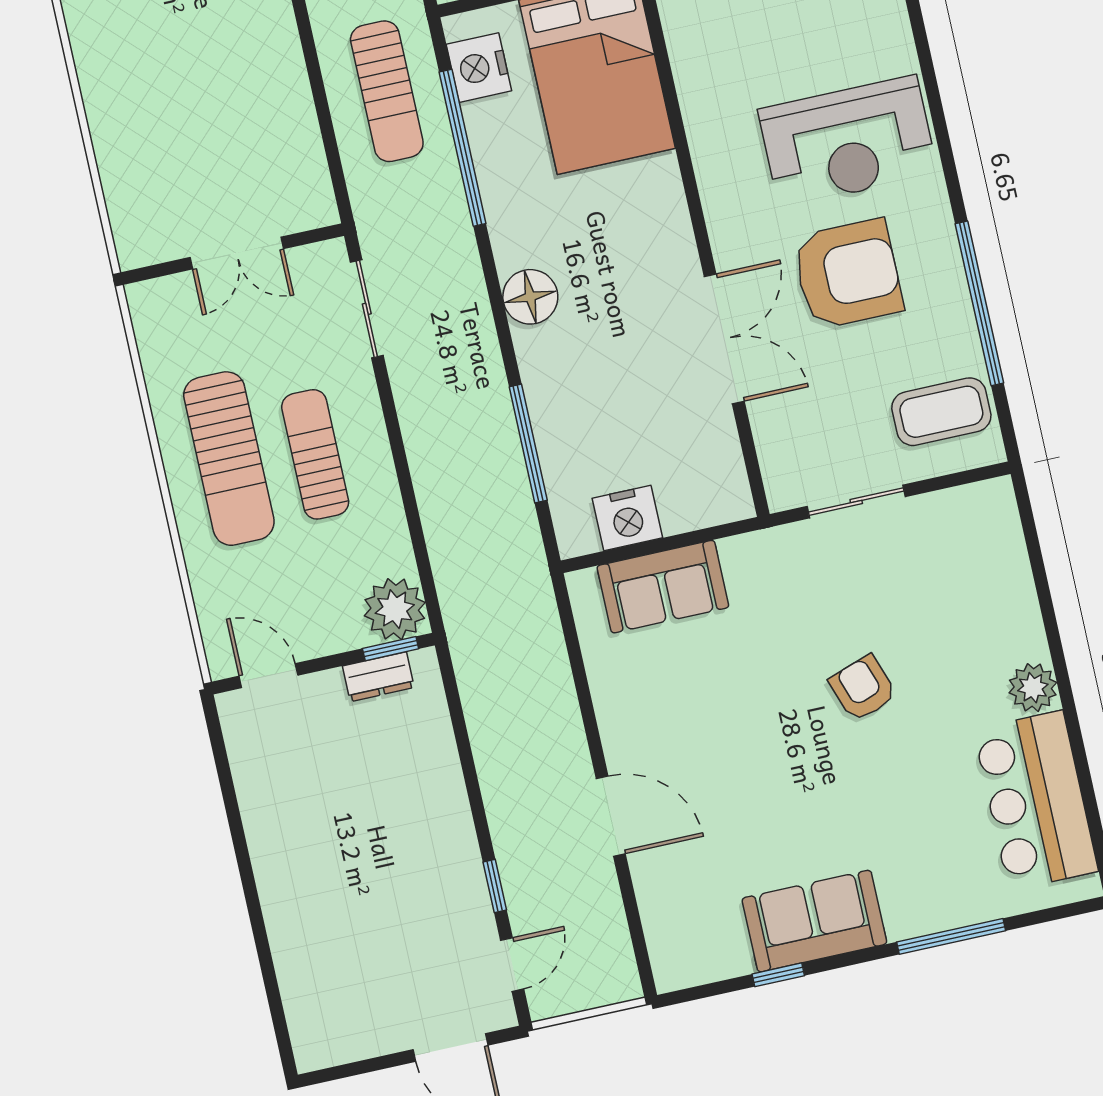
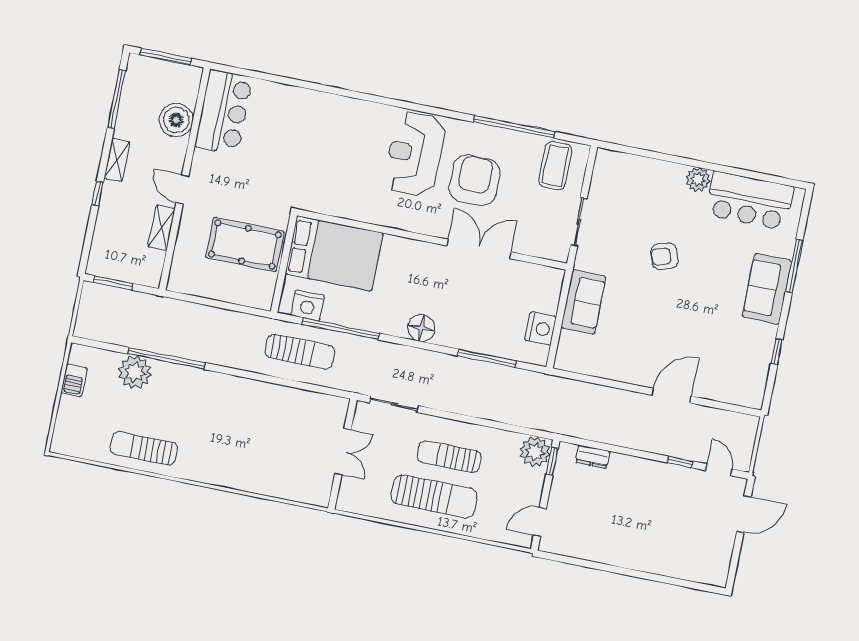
reception desk: (848, 142) -> (415, 154), turned 180
sofa: (663, 587) -> (583, 302), moved
dresser: (378, 677) -> (593, 457), moved, turned 90
sofa: (814, 921) -> (767, 289), moved

